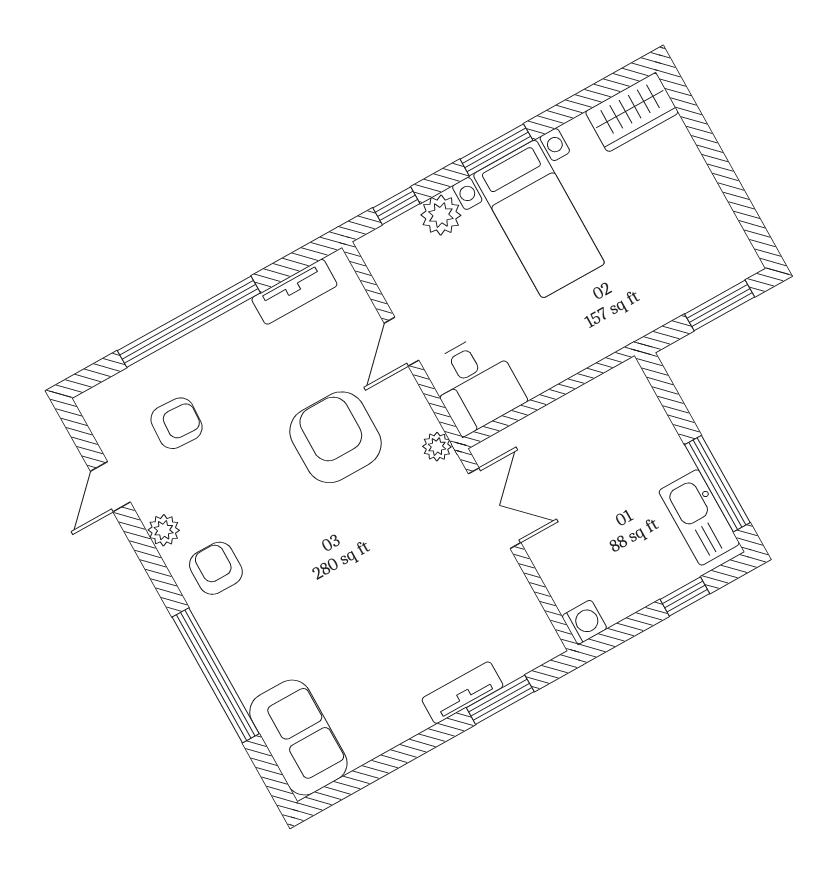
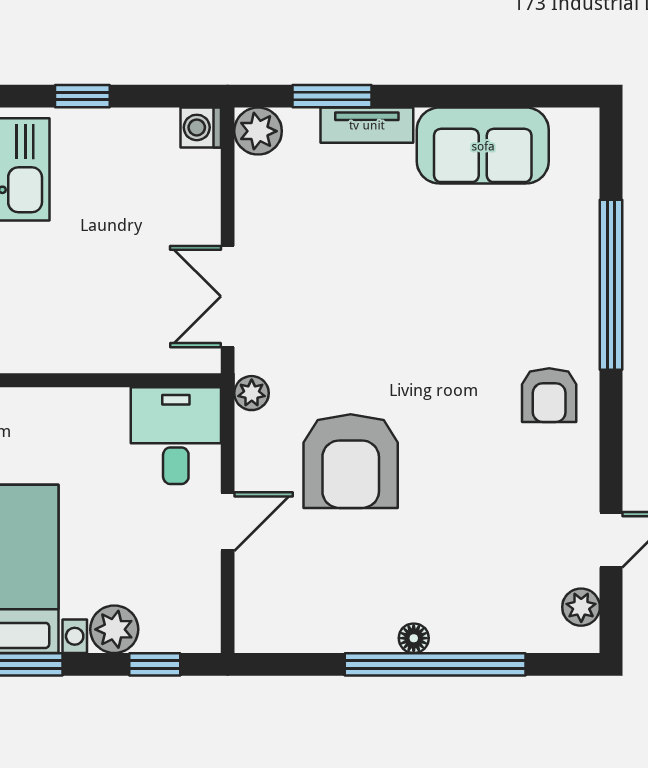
tv unit: (294, 292) -> (309, 635), removed
floor lamp: (216, 332) -> (414, 638), added
armchair: (177, 423) -> (506, 567), removed
plant: (164, 530) -> (581, 607), moved
plant: (541, 643) -> (258, 131), added
sofa: (298, 737) -> (483, 146), moved, turned -90

